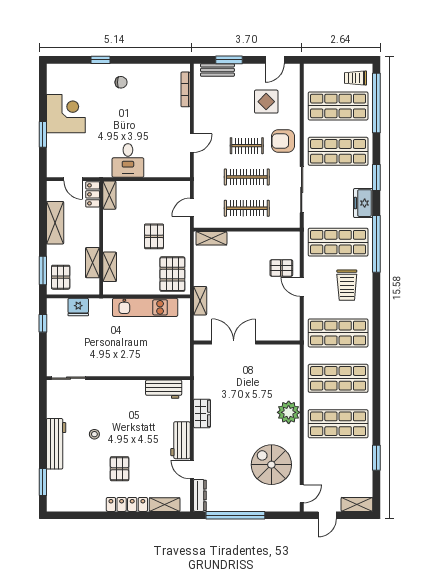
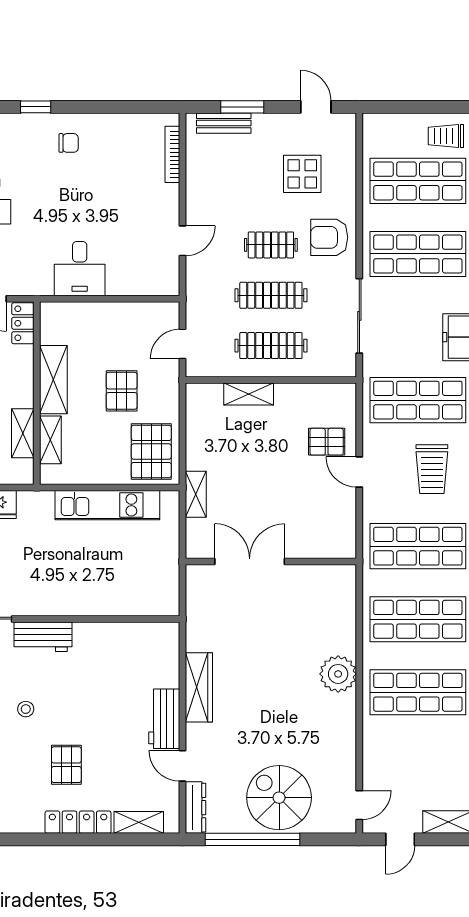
door: (275, 60) -> (316, 107), swing flipped
shelving: (109, 195) -> (53, 380), moved, width x1.50, depth x1.33
shelving: (211, 238) -> (249, 394), moved
workbench: (164, 389) -> (43, 637), moved
wardrobe: (202, 413) -> (199, 687), width x1.50
spiral stairs: (271, 465) -> (279, 798), moved

